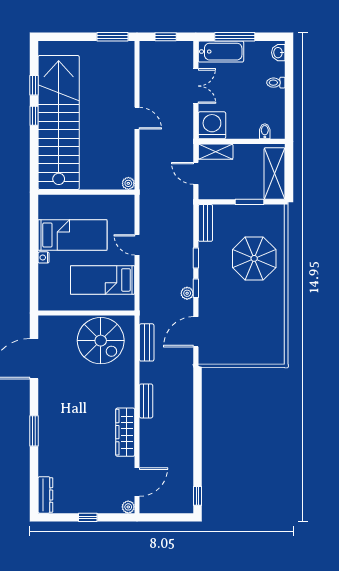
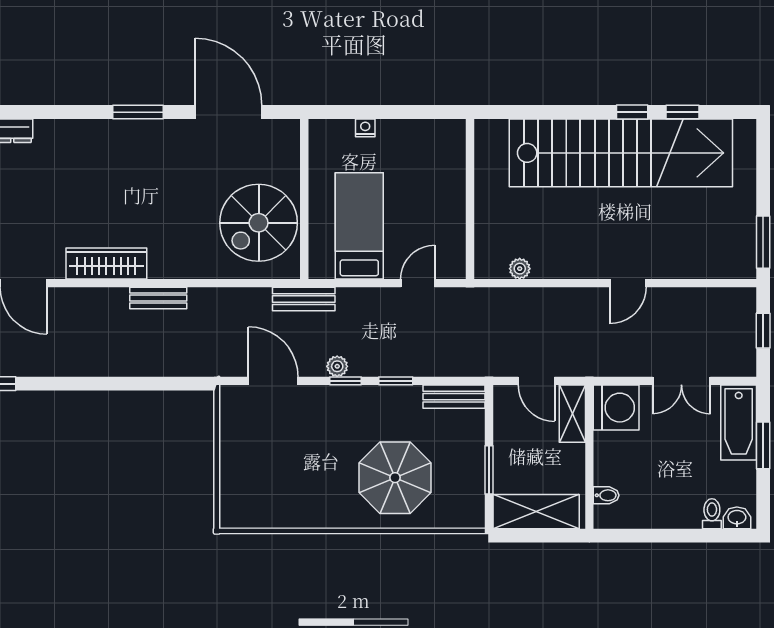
window: (235, 37) -> (763, 445), width x0.69
toilet: (276, 83) -> (712, 514), moved
door: (196, 173) -> (536, 381), swing flipped
wall: (86, 192) -> (470, 199), moved
bed: (72, 235) -> (434, 176), removed
nightstand: (44, 257) -> (365, 128), moved
bench: (147, 342) -> (304, 299), moved
window: (34, 431) -> (138, 112), moved

